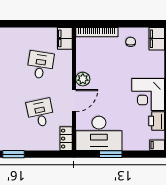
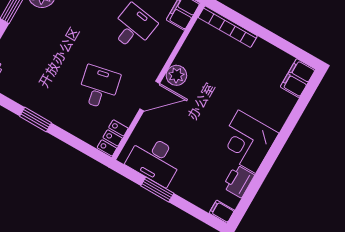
chair: (131, 42) -> (263, 63), removed
desk: (99, 133) -> (155, 160), width x0.73, depth x0.77

